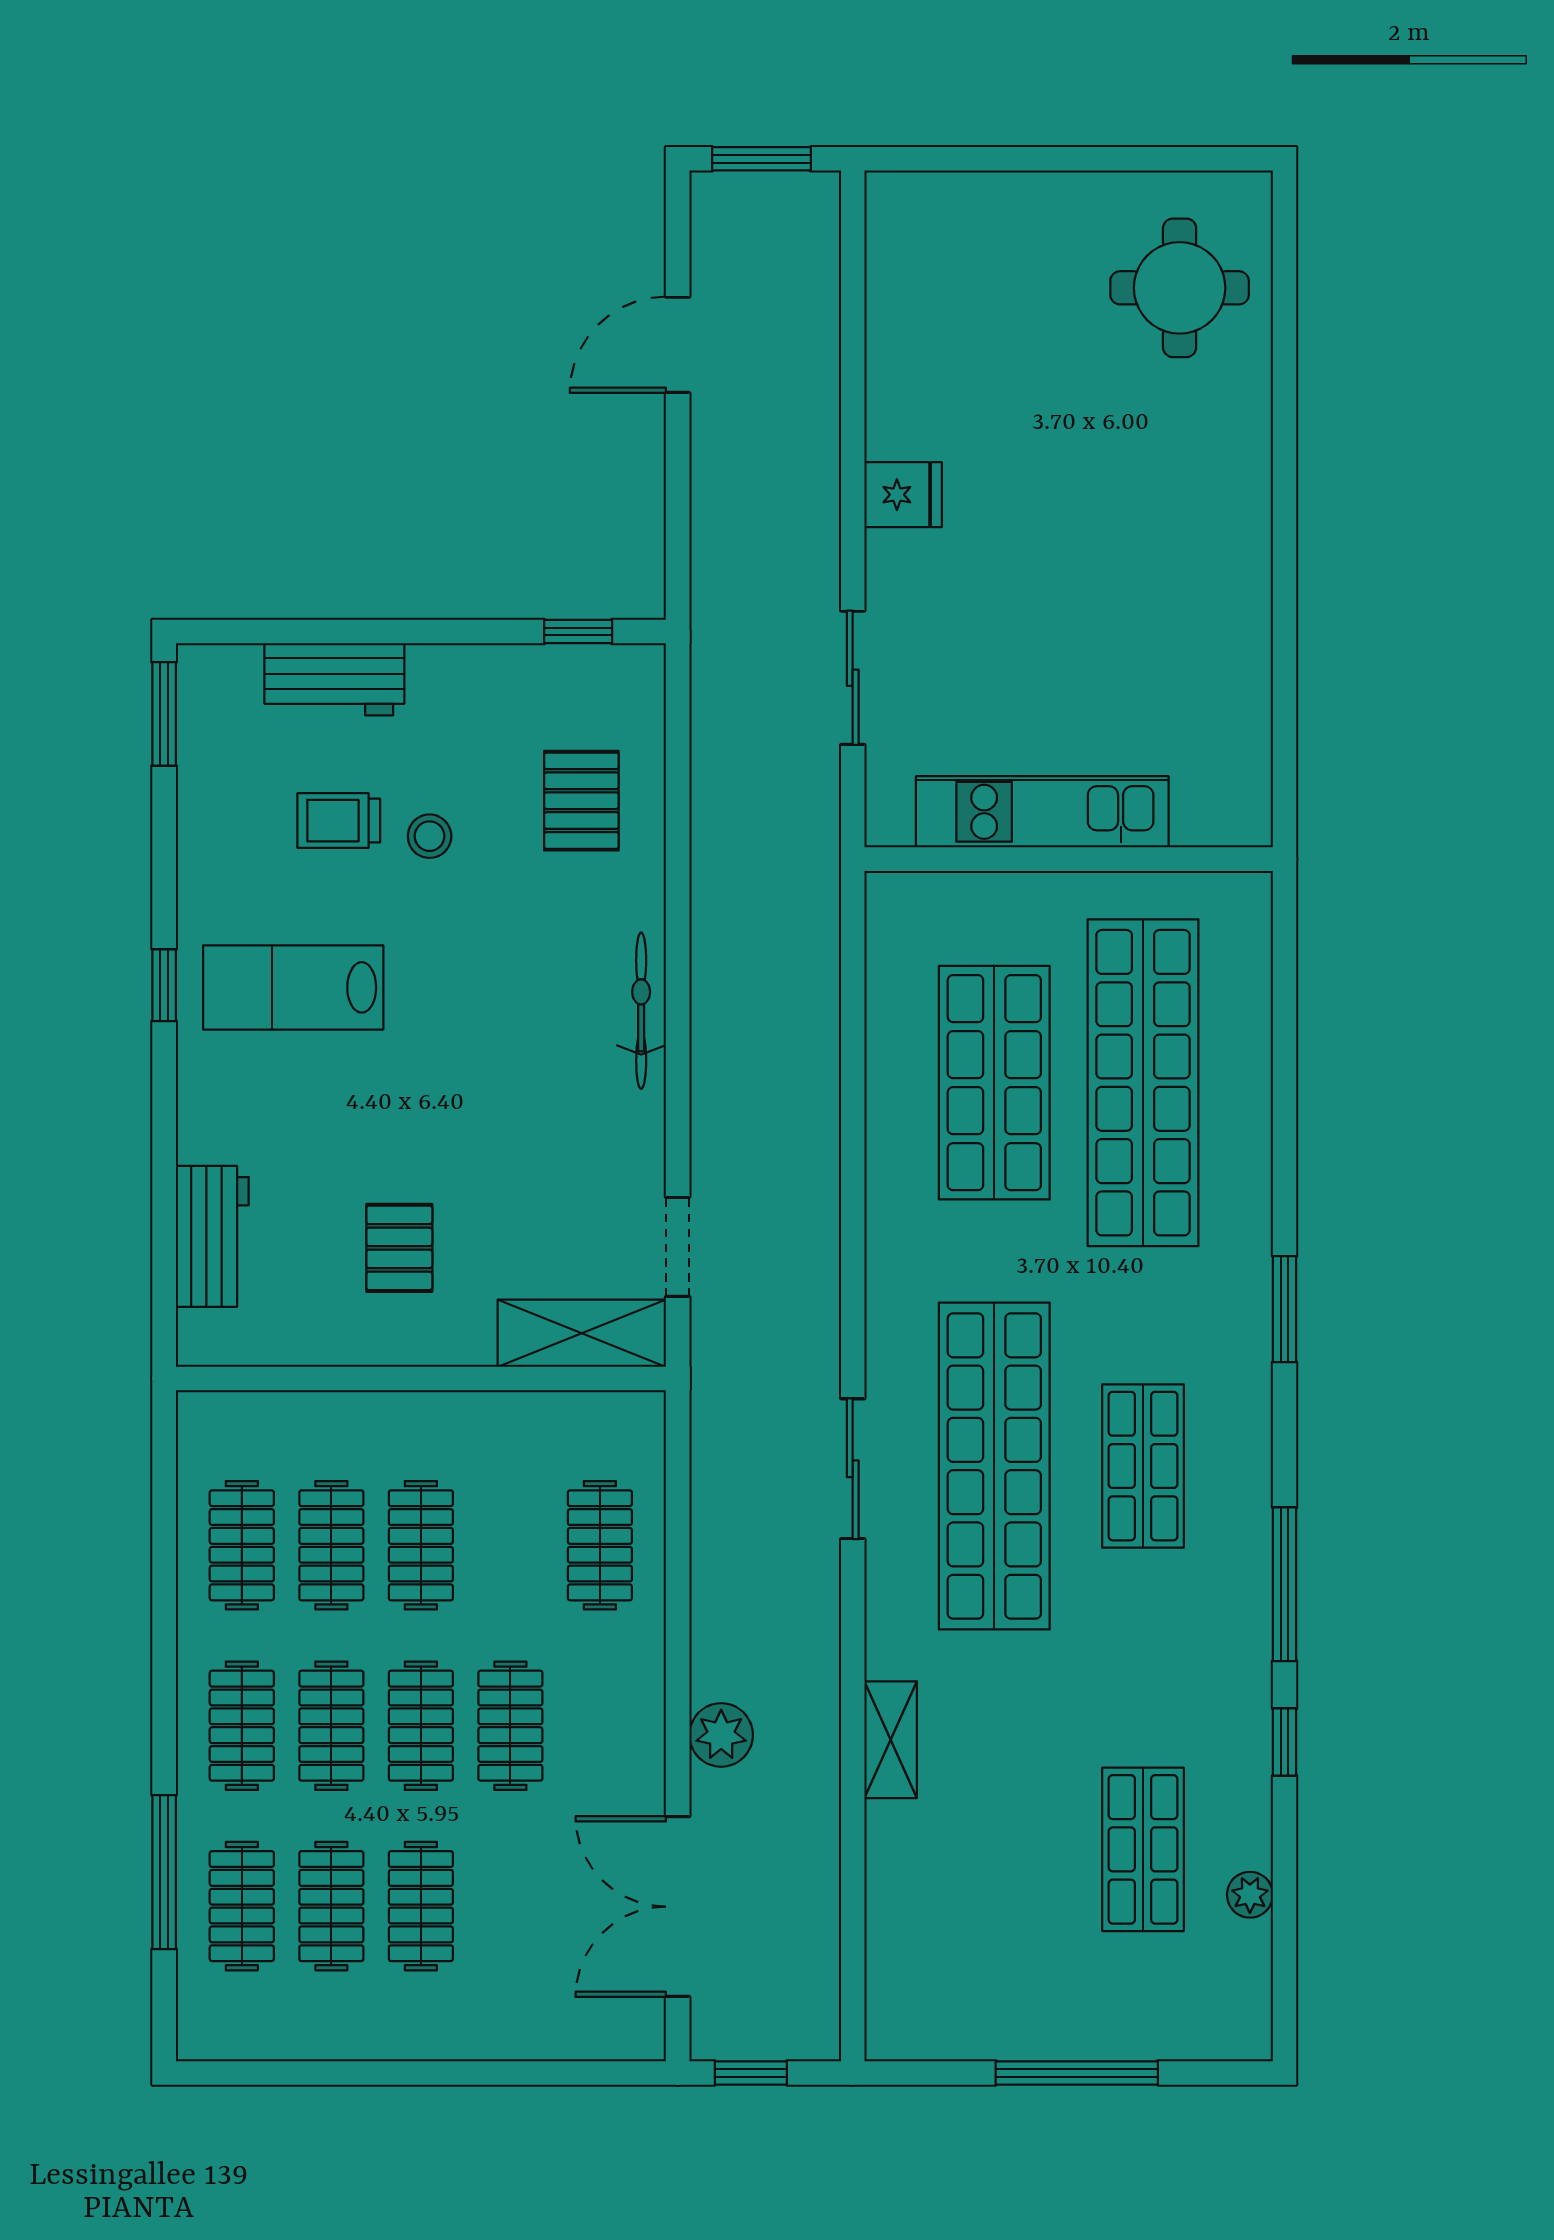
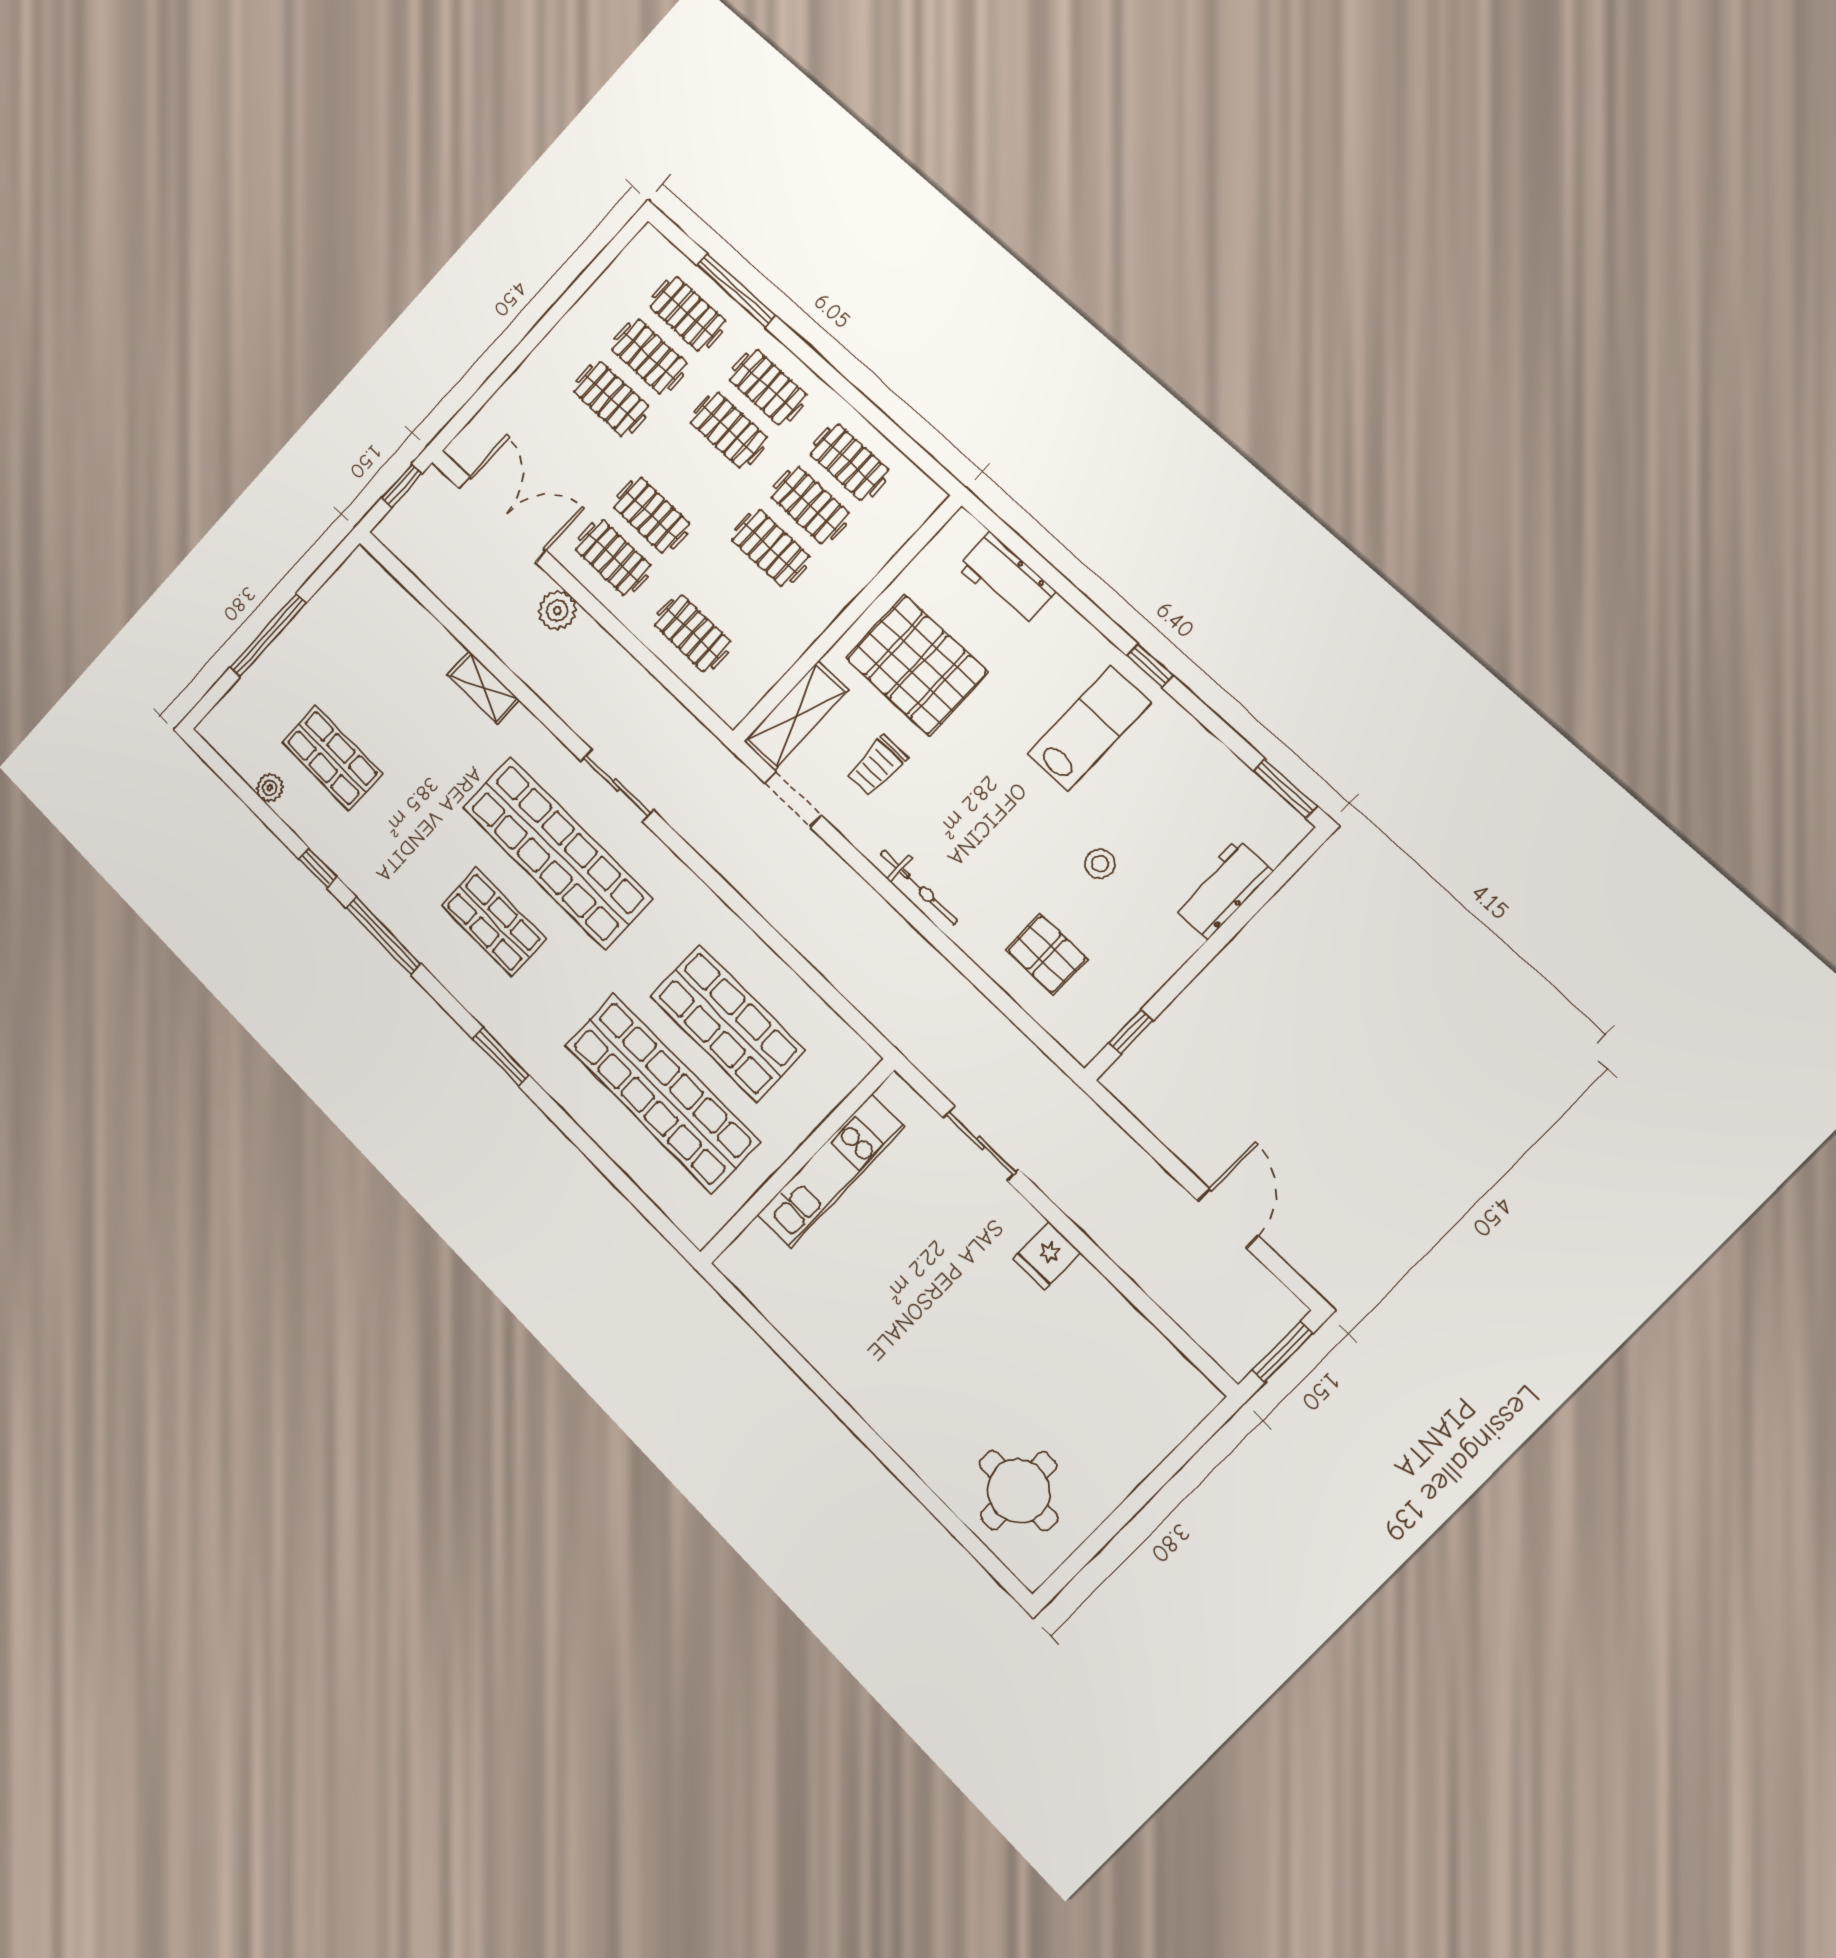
trolley: (339, 821) -> (877, 766), moved, turned 180
pallet: (399, 1248) -> (917, 665), width x2.05, depth x2.00
clothes rail: (421, 1726) -> (613, 557), moved

